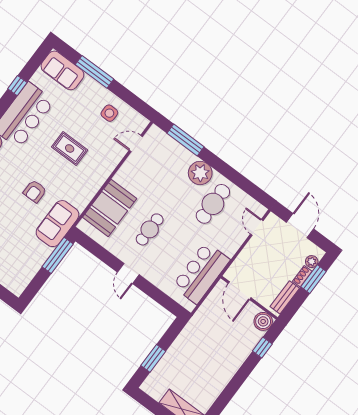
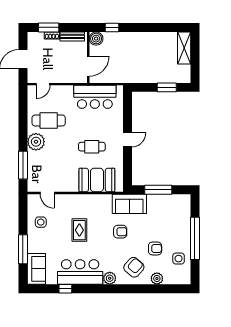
window: (58, 255) -> (158, 190), moved
plant: (312, 262) -> (39, 36), removed

